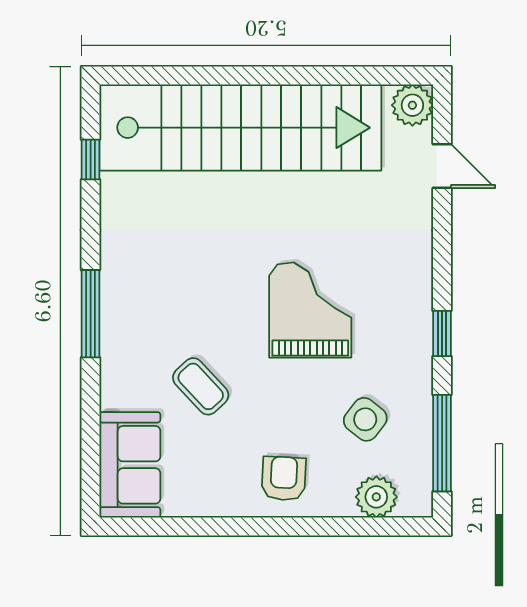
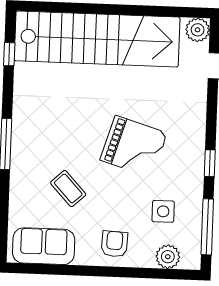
grand piano: (310, 310) -> (134, 147), turned 107
side table: (365, 419) -> (163, 211), turned -38
sofa: (130, 465) -> (44, 246), moved, turned -90

